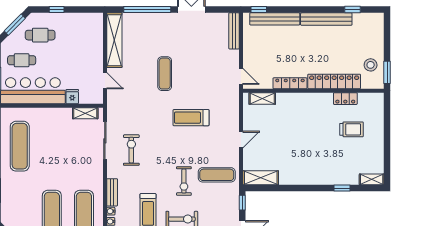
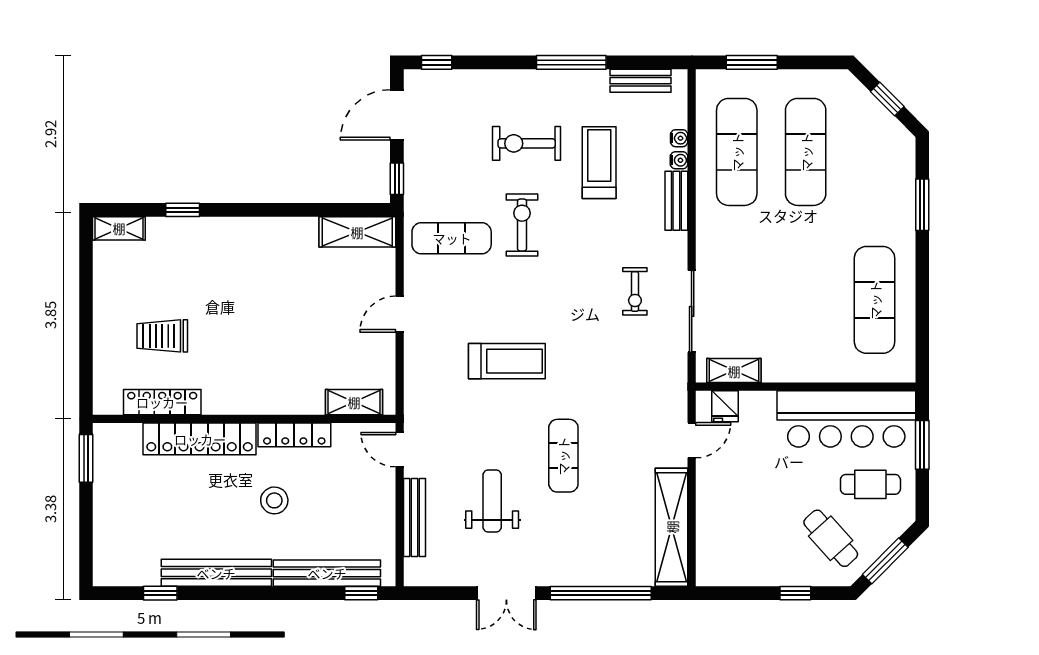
bench: (234, 31) -> (415, 517), moved
cafe table: (40, 35) -> (831, 538), turned 48
weight bench: (198, 52) -> (492, 501), added
stool: (371, 65) -> (274, 500), moved
door: (105, 81) -> (692, 440), swing flipped
fridge: (72, 97) -> (725, 406), moved
locker: (345, 99) -> (162, 402), width x1.53
exercise bike: (131, 150) -> (635, 291), width x0.73, depth x0.72

